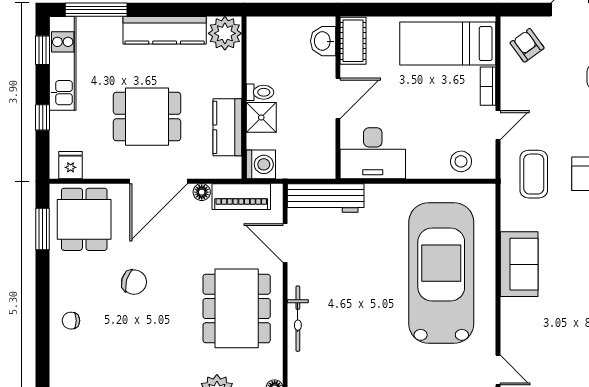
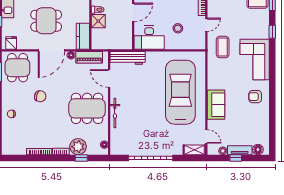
kitchen counter: (227, 127) -> (83, 36), moved
stool: (461, 161) -> (178, 28), moved
washing machine: (261, 164) -> (98, 43), removed
sofa: (519, 264) -> (216, 105), moved
dining table: (237, 308) -> (87, 108), turned 90

